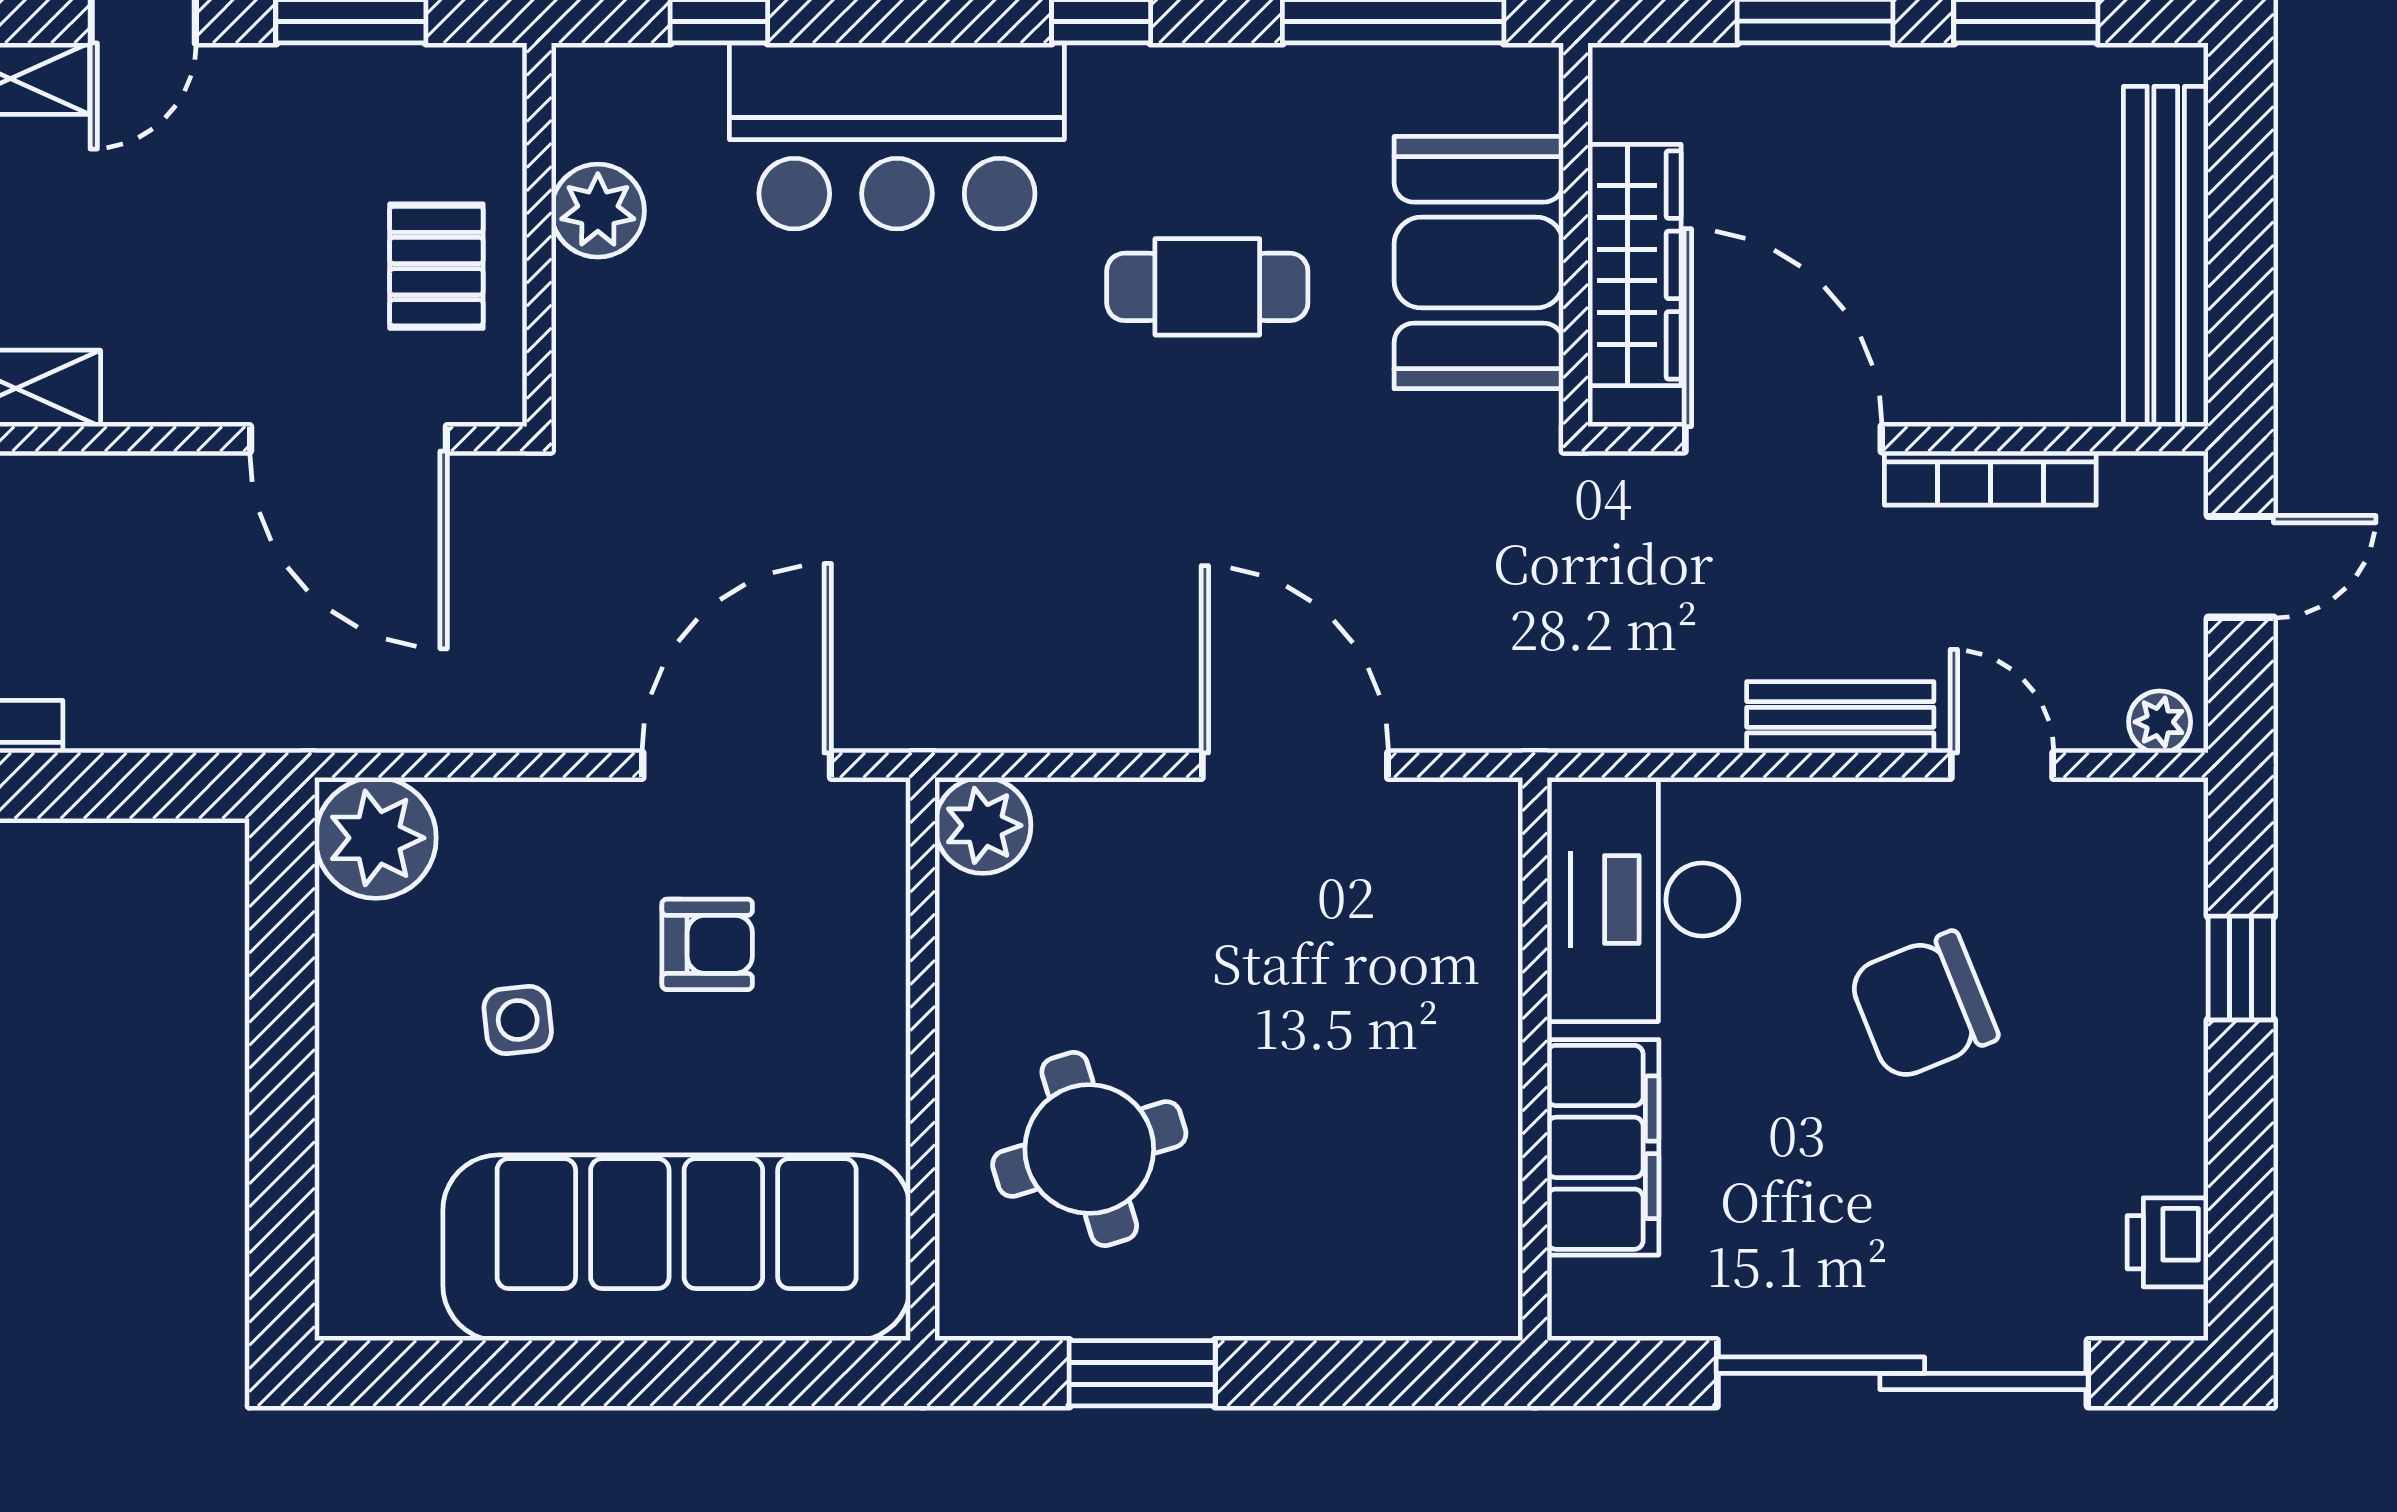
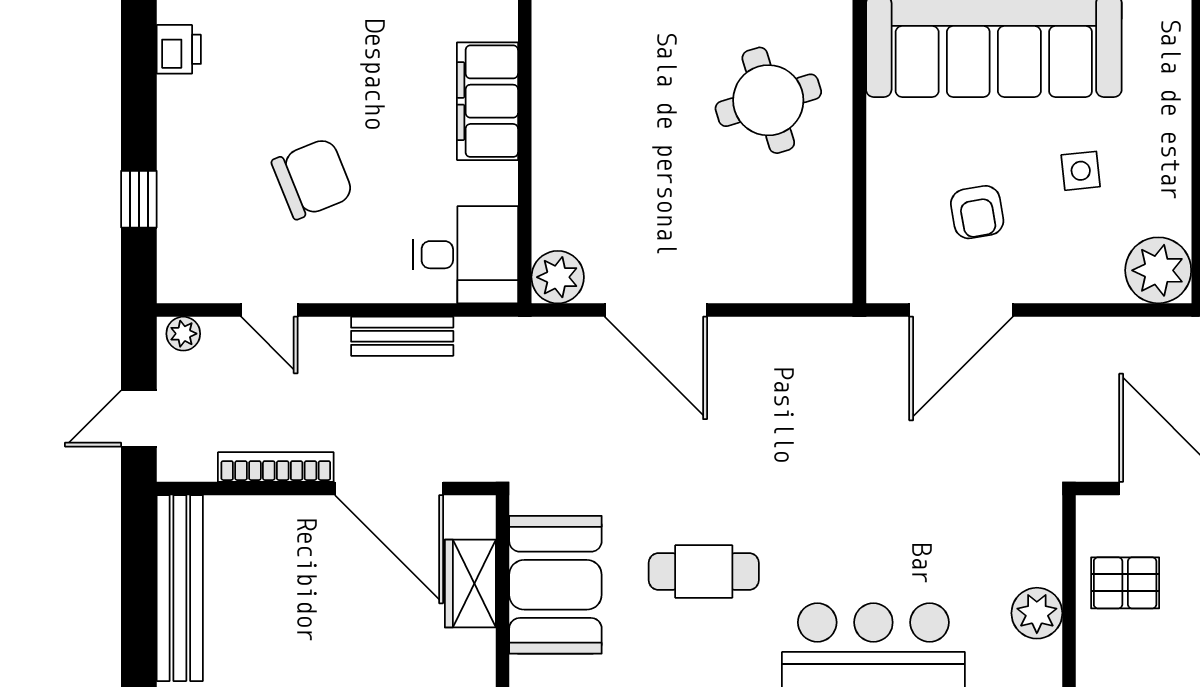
wardrobe: (1634, 265) -> (470, 583), width x0.67
pallet: (436, 266) -> (1125, 583), turned 90
bench: (1840, 717) -> (402, 336), moved
plant: (983, 825) -> (558, 277), moved
desk: (1643, 900) -> (466, 255), width x0.73
armchair: (707, 944) -> (977, 212), turned -100

